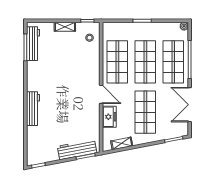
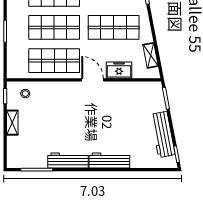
workbench: (33, 44) -> (68, 160), moved
door: (101, 94) -> (93, 80), hinge flipped
workbench: (77, 149) -> (163, 134), moved

